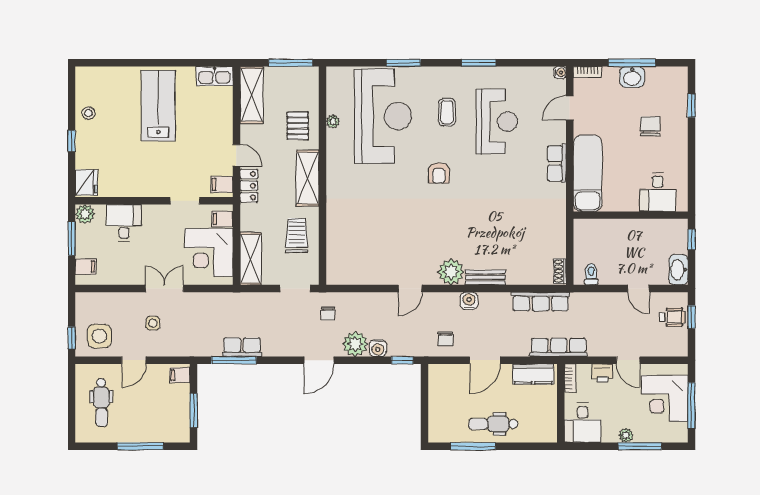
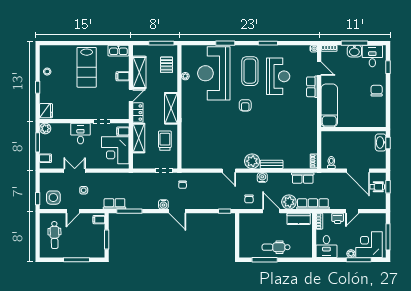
shelving: (251, 95) -> (139, 72), moved
lab bench: (158, 106) -> (87, 67), turned 180
door: (570, 108) -> (319, 69), swing flipped
coffee table: (447, 112) -> (250, 71), width x1.86, depth x1.72
reception desk: (383, 116) -> (214, 73), turned 180
pallet: (298, 126) -> (167, 65), moved
chair: (650, 126) -> (377, 91), moved
door: (236, 155) -> (131, 95), hinge flipped
row of seats: (557, 163) -> (312, 87), moved
filing cabinet: (222, 184) -> (123, 76), moved
desk: (658, 192) -> (372, 56), moved, turned 180
desk: (124, 223) -> (80, 134), moved
shelving: (251, 259) -> (139, 138), moved
washbasin: (679, 270) -> (381, 142), moved
double door: (164, 289) -> (75, 171), moved
door: (410, 289) -> (229, 171), hinge flipped
door: (638, 289) -> (358, 171), width x1.87
row of seats: (541, 302) -> (303, 178), width x0.68
plant: (355, 344) -> (289, 202), moved
row of seats: (242, 347) -> (114, 204), moved
water cooler: (378, 348) -> (163, 204), moved
door: (319, 360) -> (177, 211), hinge flipped
door: (485, 360) -> (271, 211), swing flipped
door: (628, 360) -> (352, 211), hinge flipped
corner desk: (665, 398) -> (369, 245), moved, turned 90

